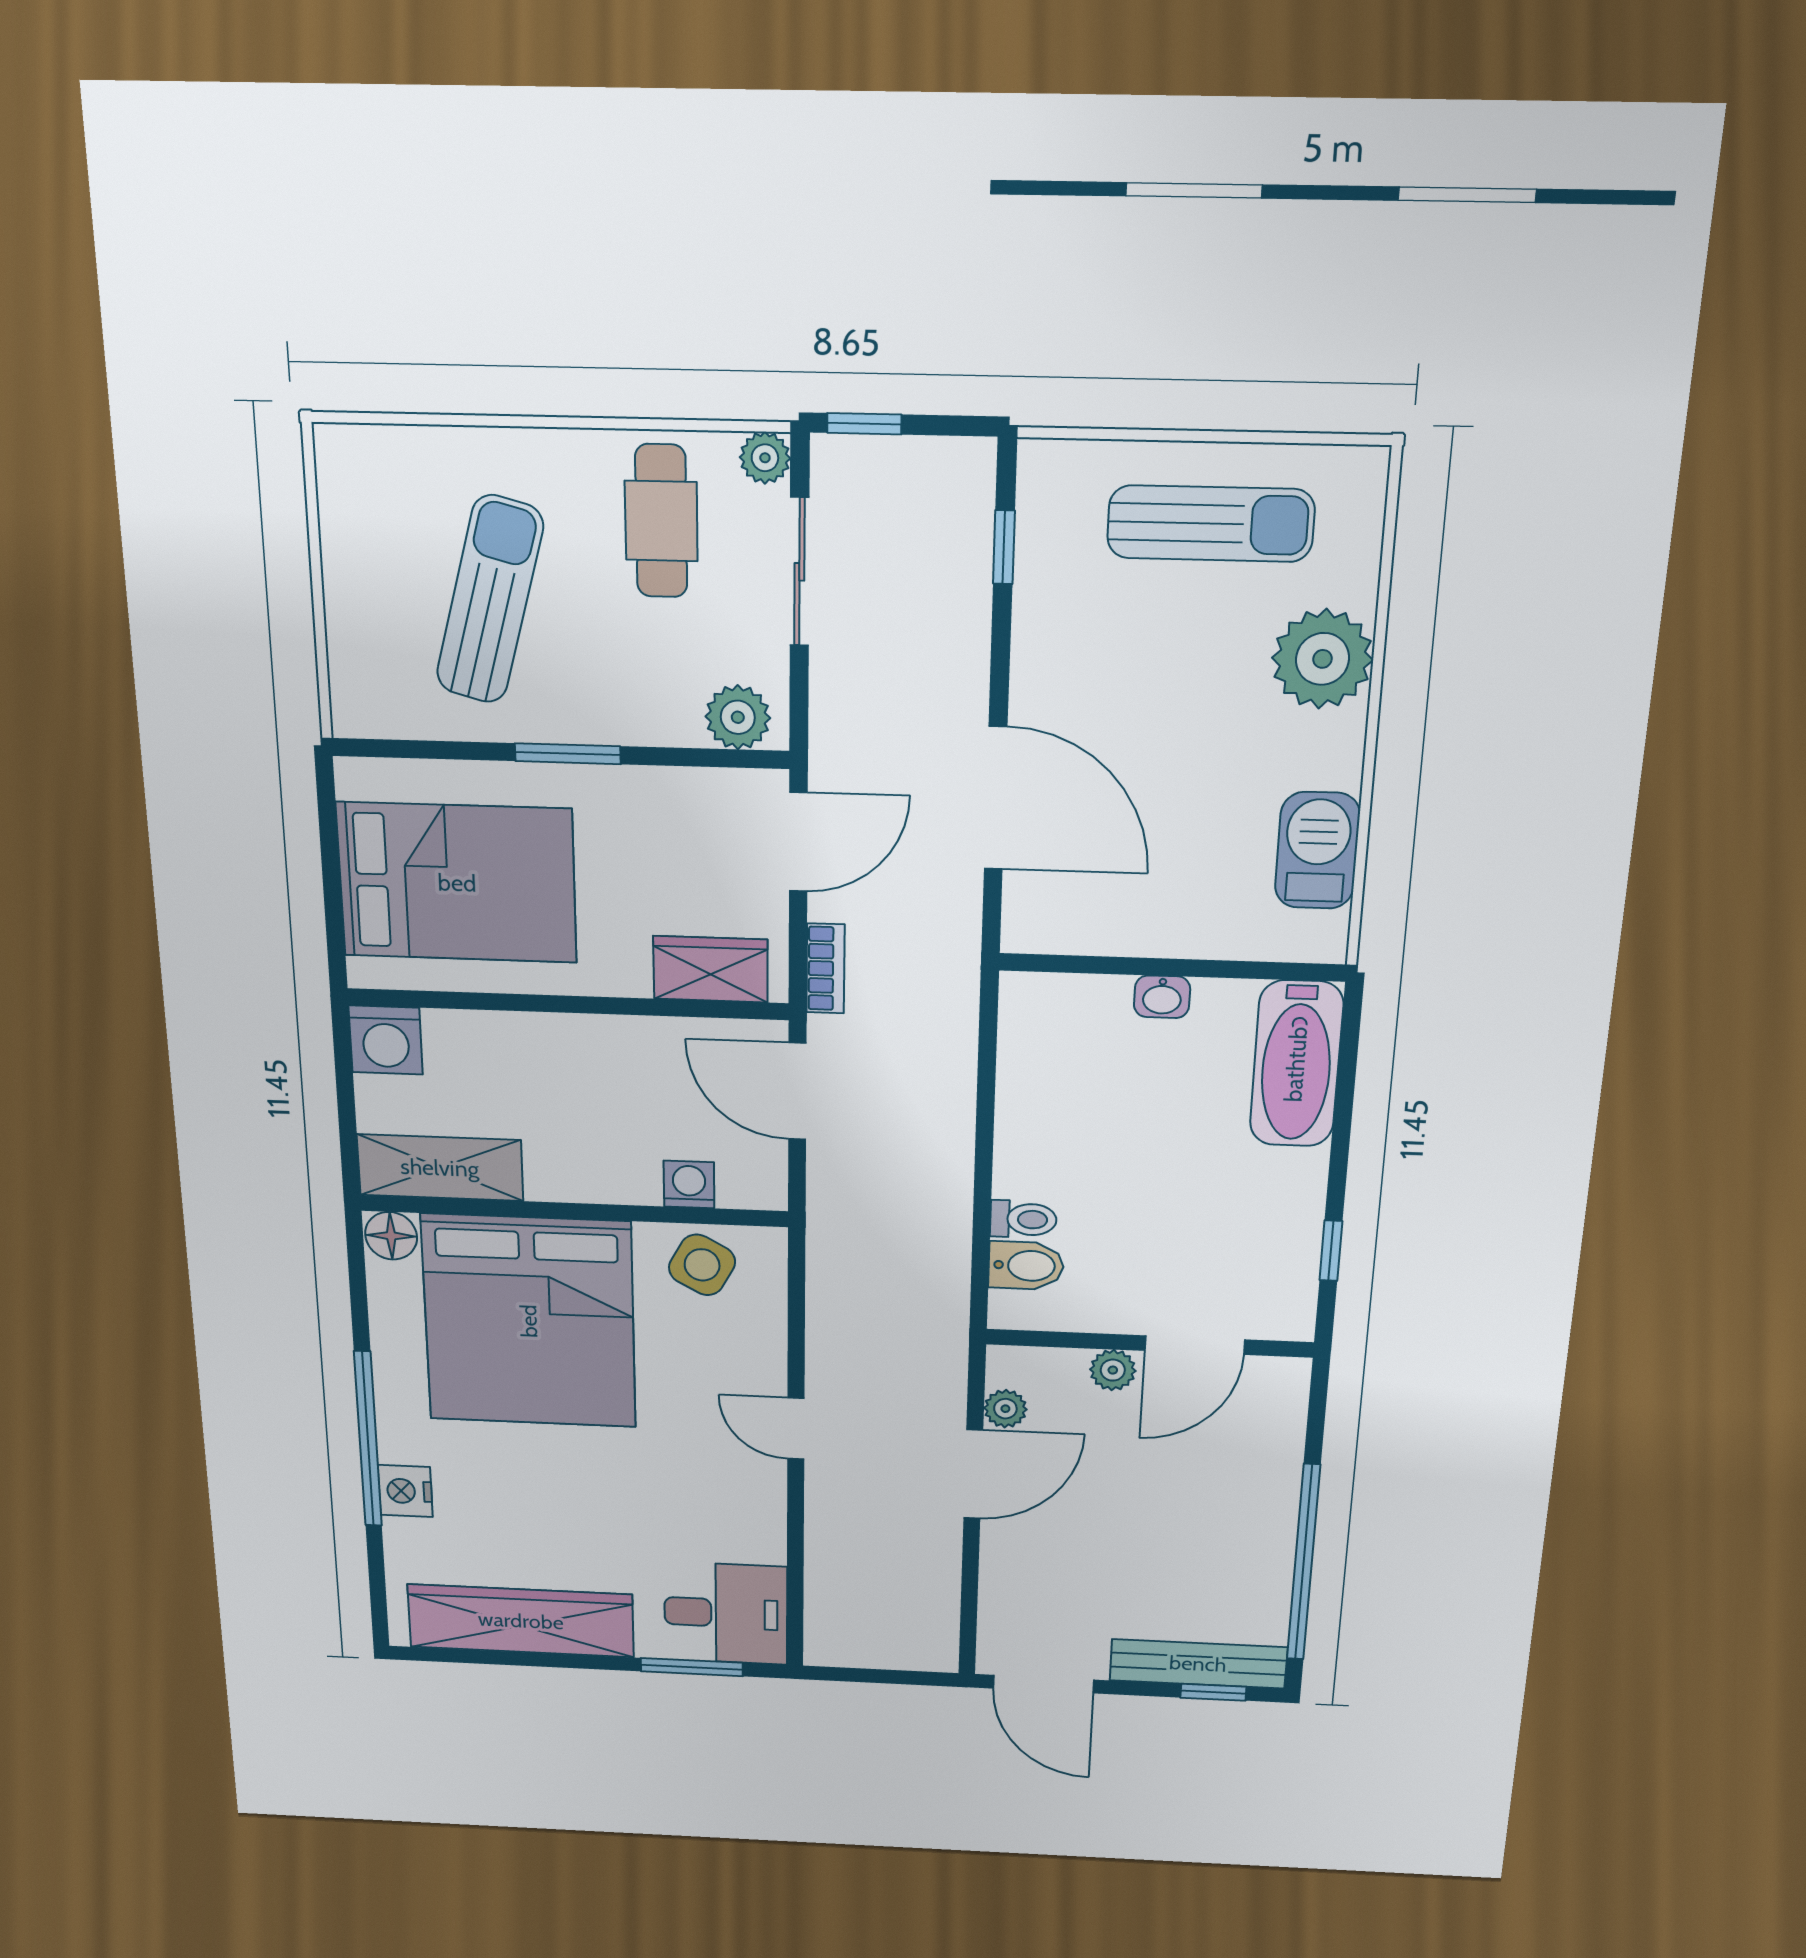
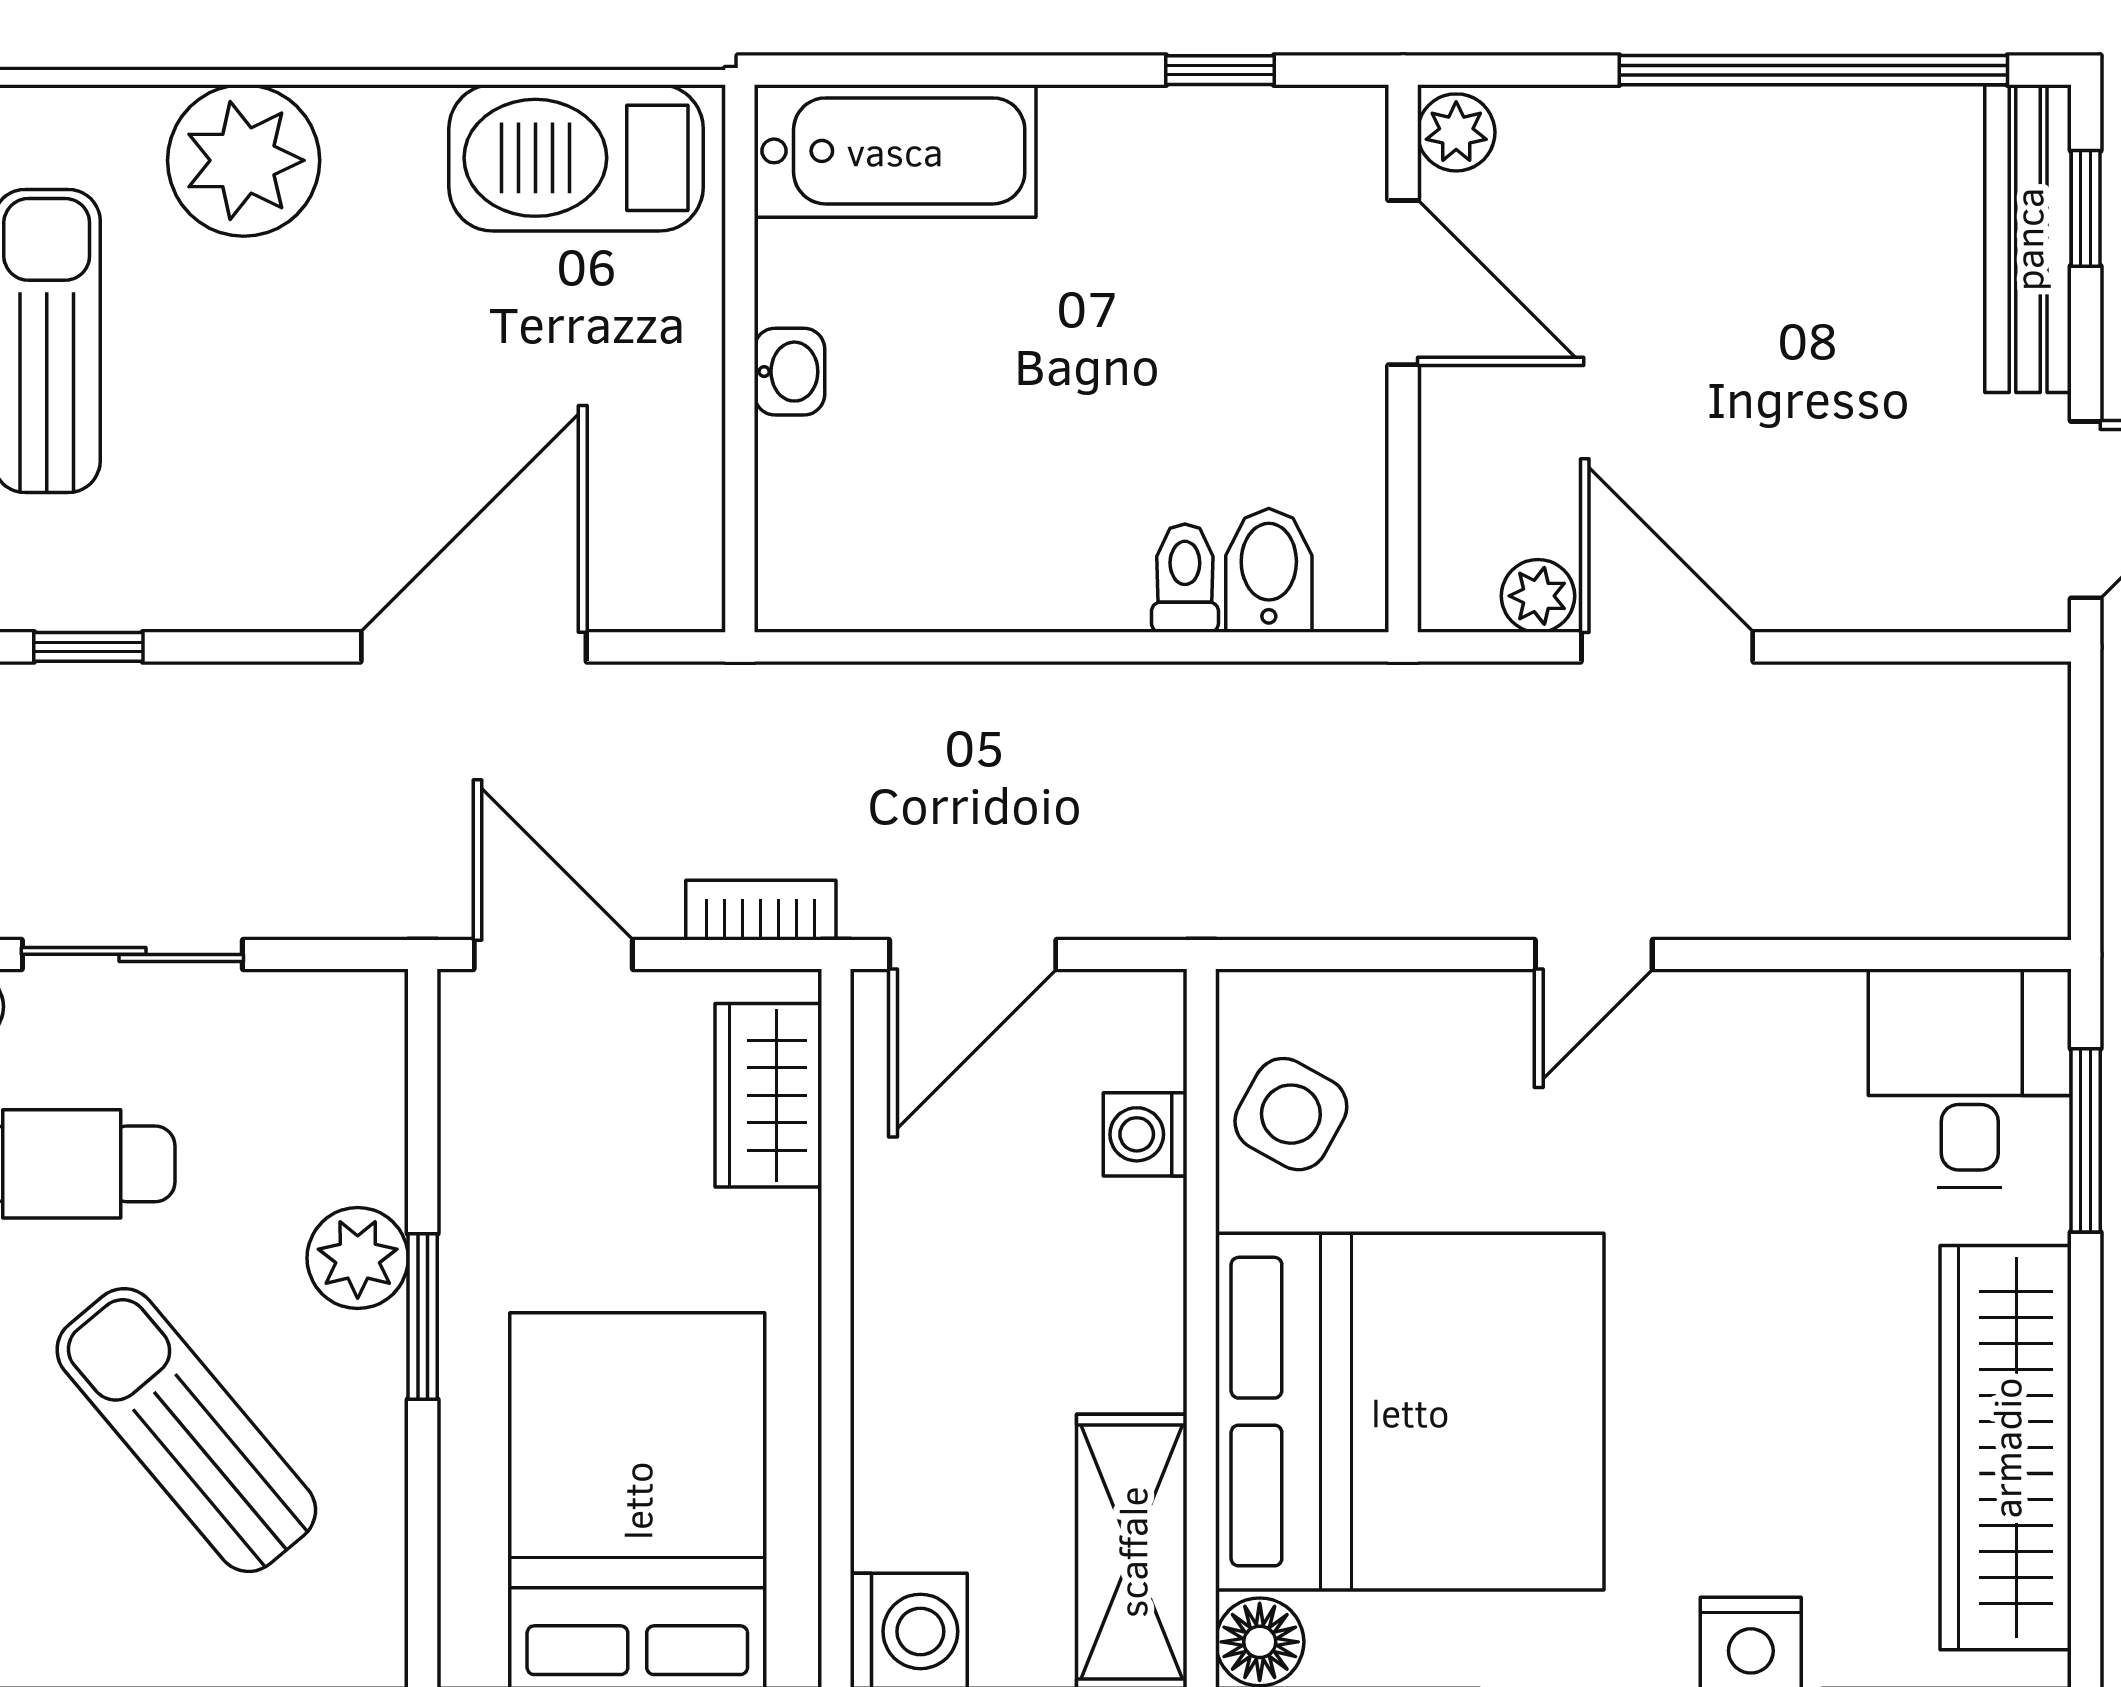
sun lounger: (490, 600) -> (186, 1430), turned 35
plant: (738, 717) -> (358, 1258), moved
barbecue: (1317, 850) -> (576, 158), width x1.37, depth x1.21
plant: (1113, 1370) -> (1456, 132), moved

